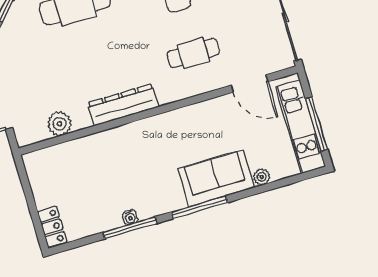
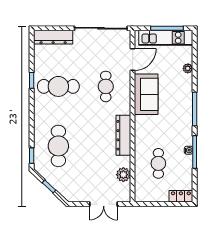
cafe table: (94, 175) -> (158, 163), added
sofa: (216, 178) -> (146, 94), moved, turned 180

